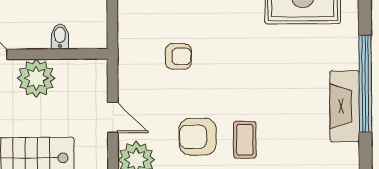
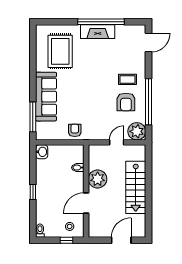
armchair: (178, 56) -> (75, 130), moved
fireplace: (345, 106) -> (98, 32), moved

